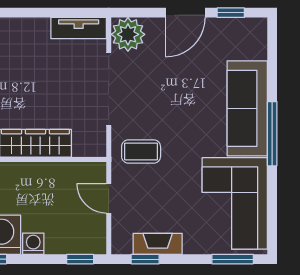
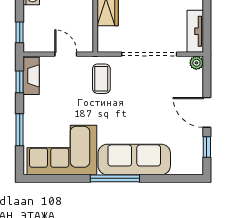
plant: (128, 34) -> (196, 63), width x0.53, depth x0.53
door: (109, 198) -> (66, 54), hinge flipped
fireplace: (158, 244) -> (31, 76), moved
window: (233, 259) -> (20, 130), moved

